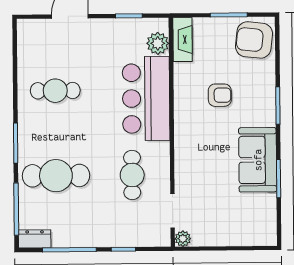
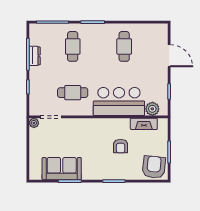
fireplace: (183, 40) -> (144, 124), moved
sofa: (258, 160) -> (62, 169), moved
cafe table: (56, 176) -> (73, 46), width x0.73, depth x0.74
dresser: (35, 239) -> (35, 56), moved

